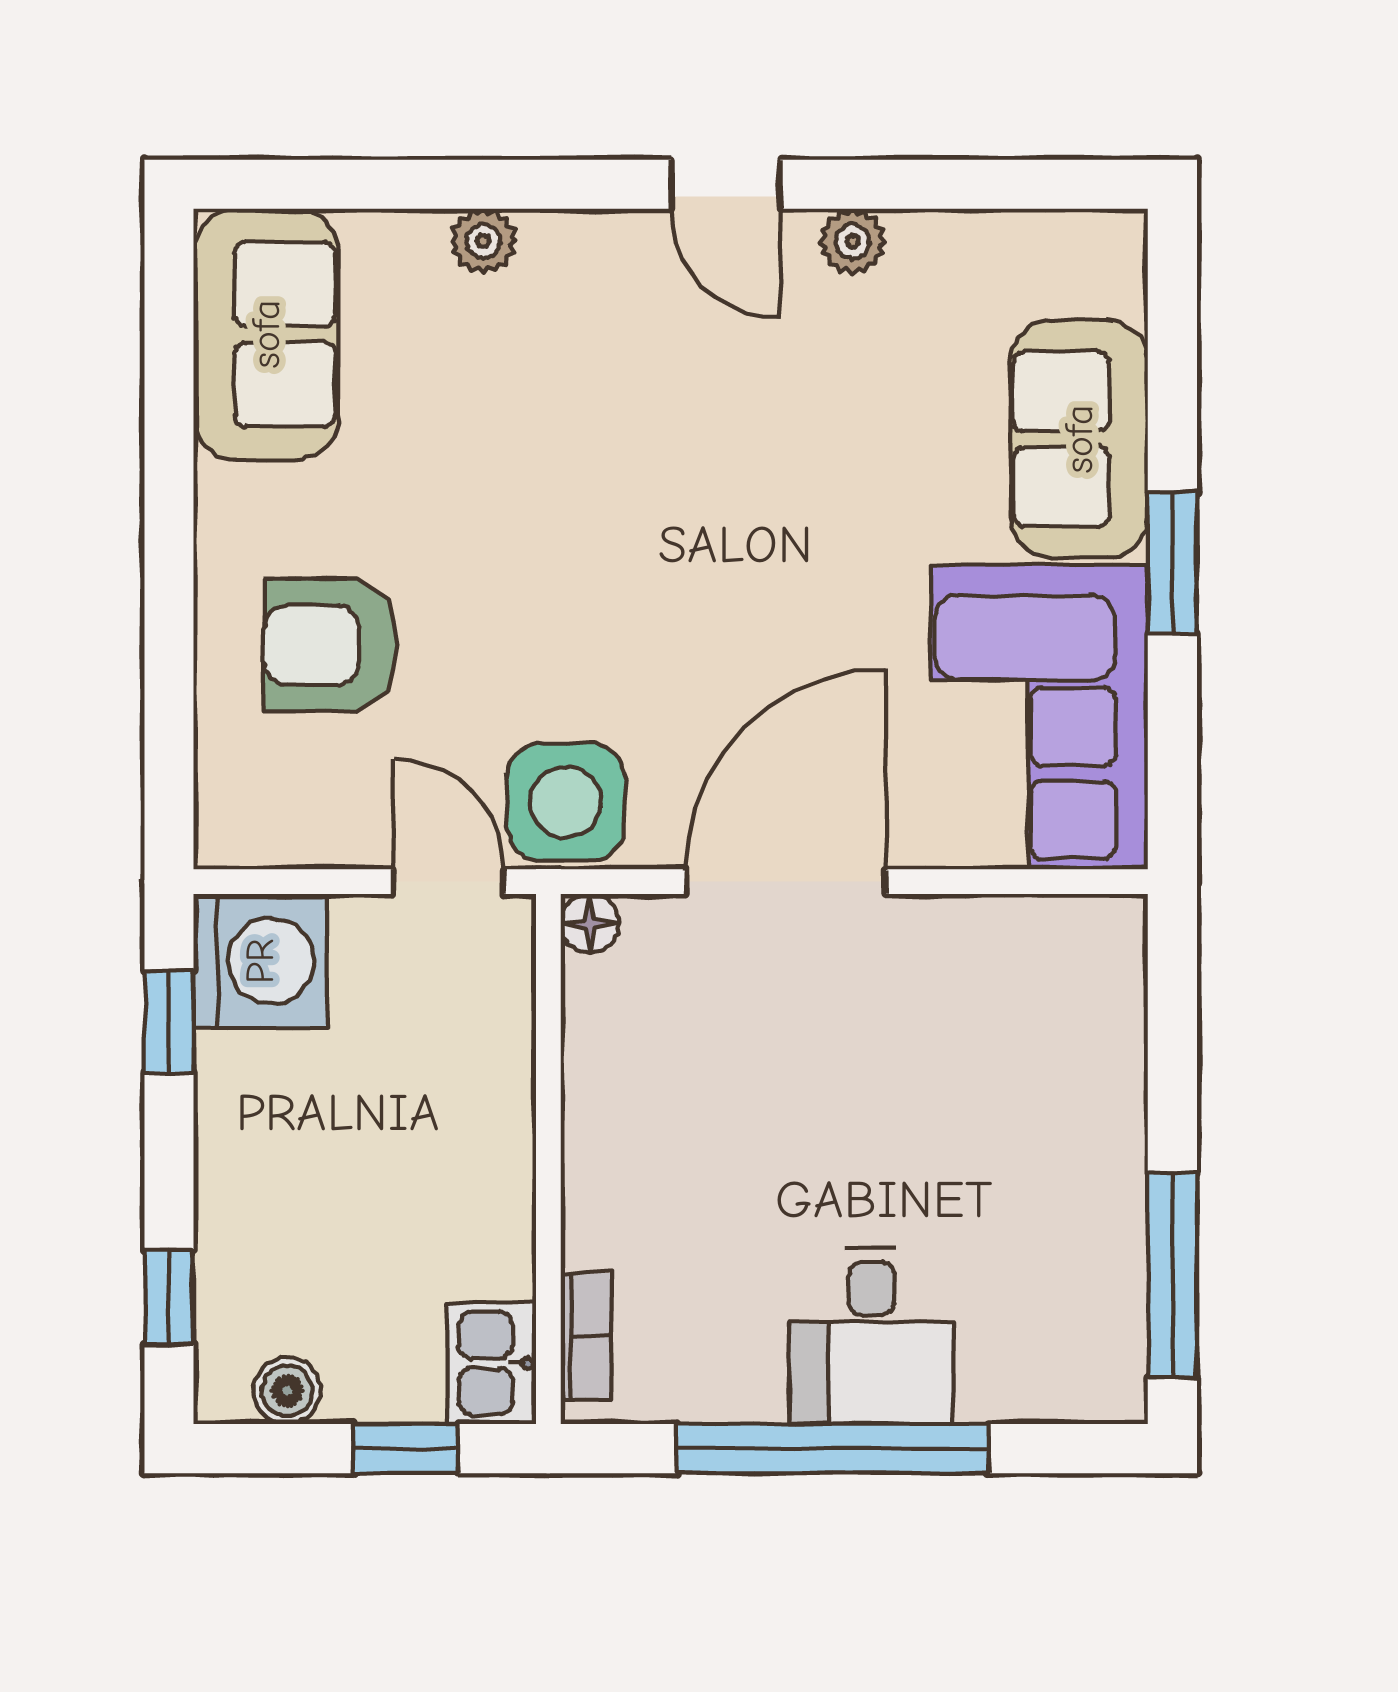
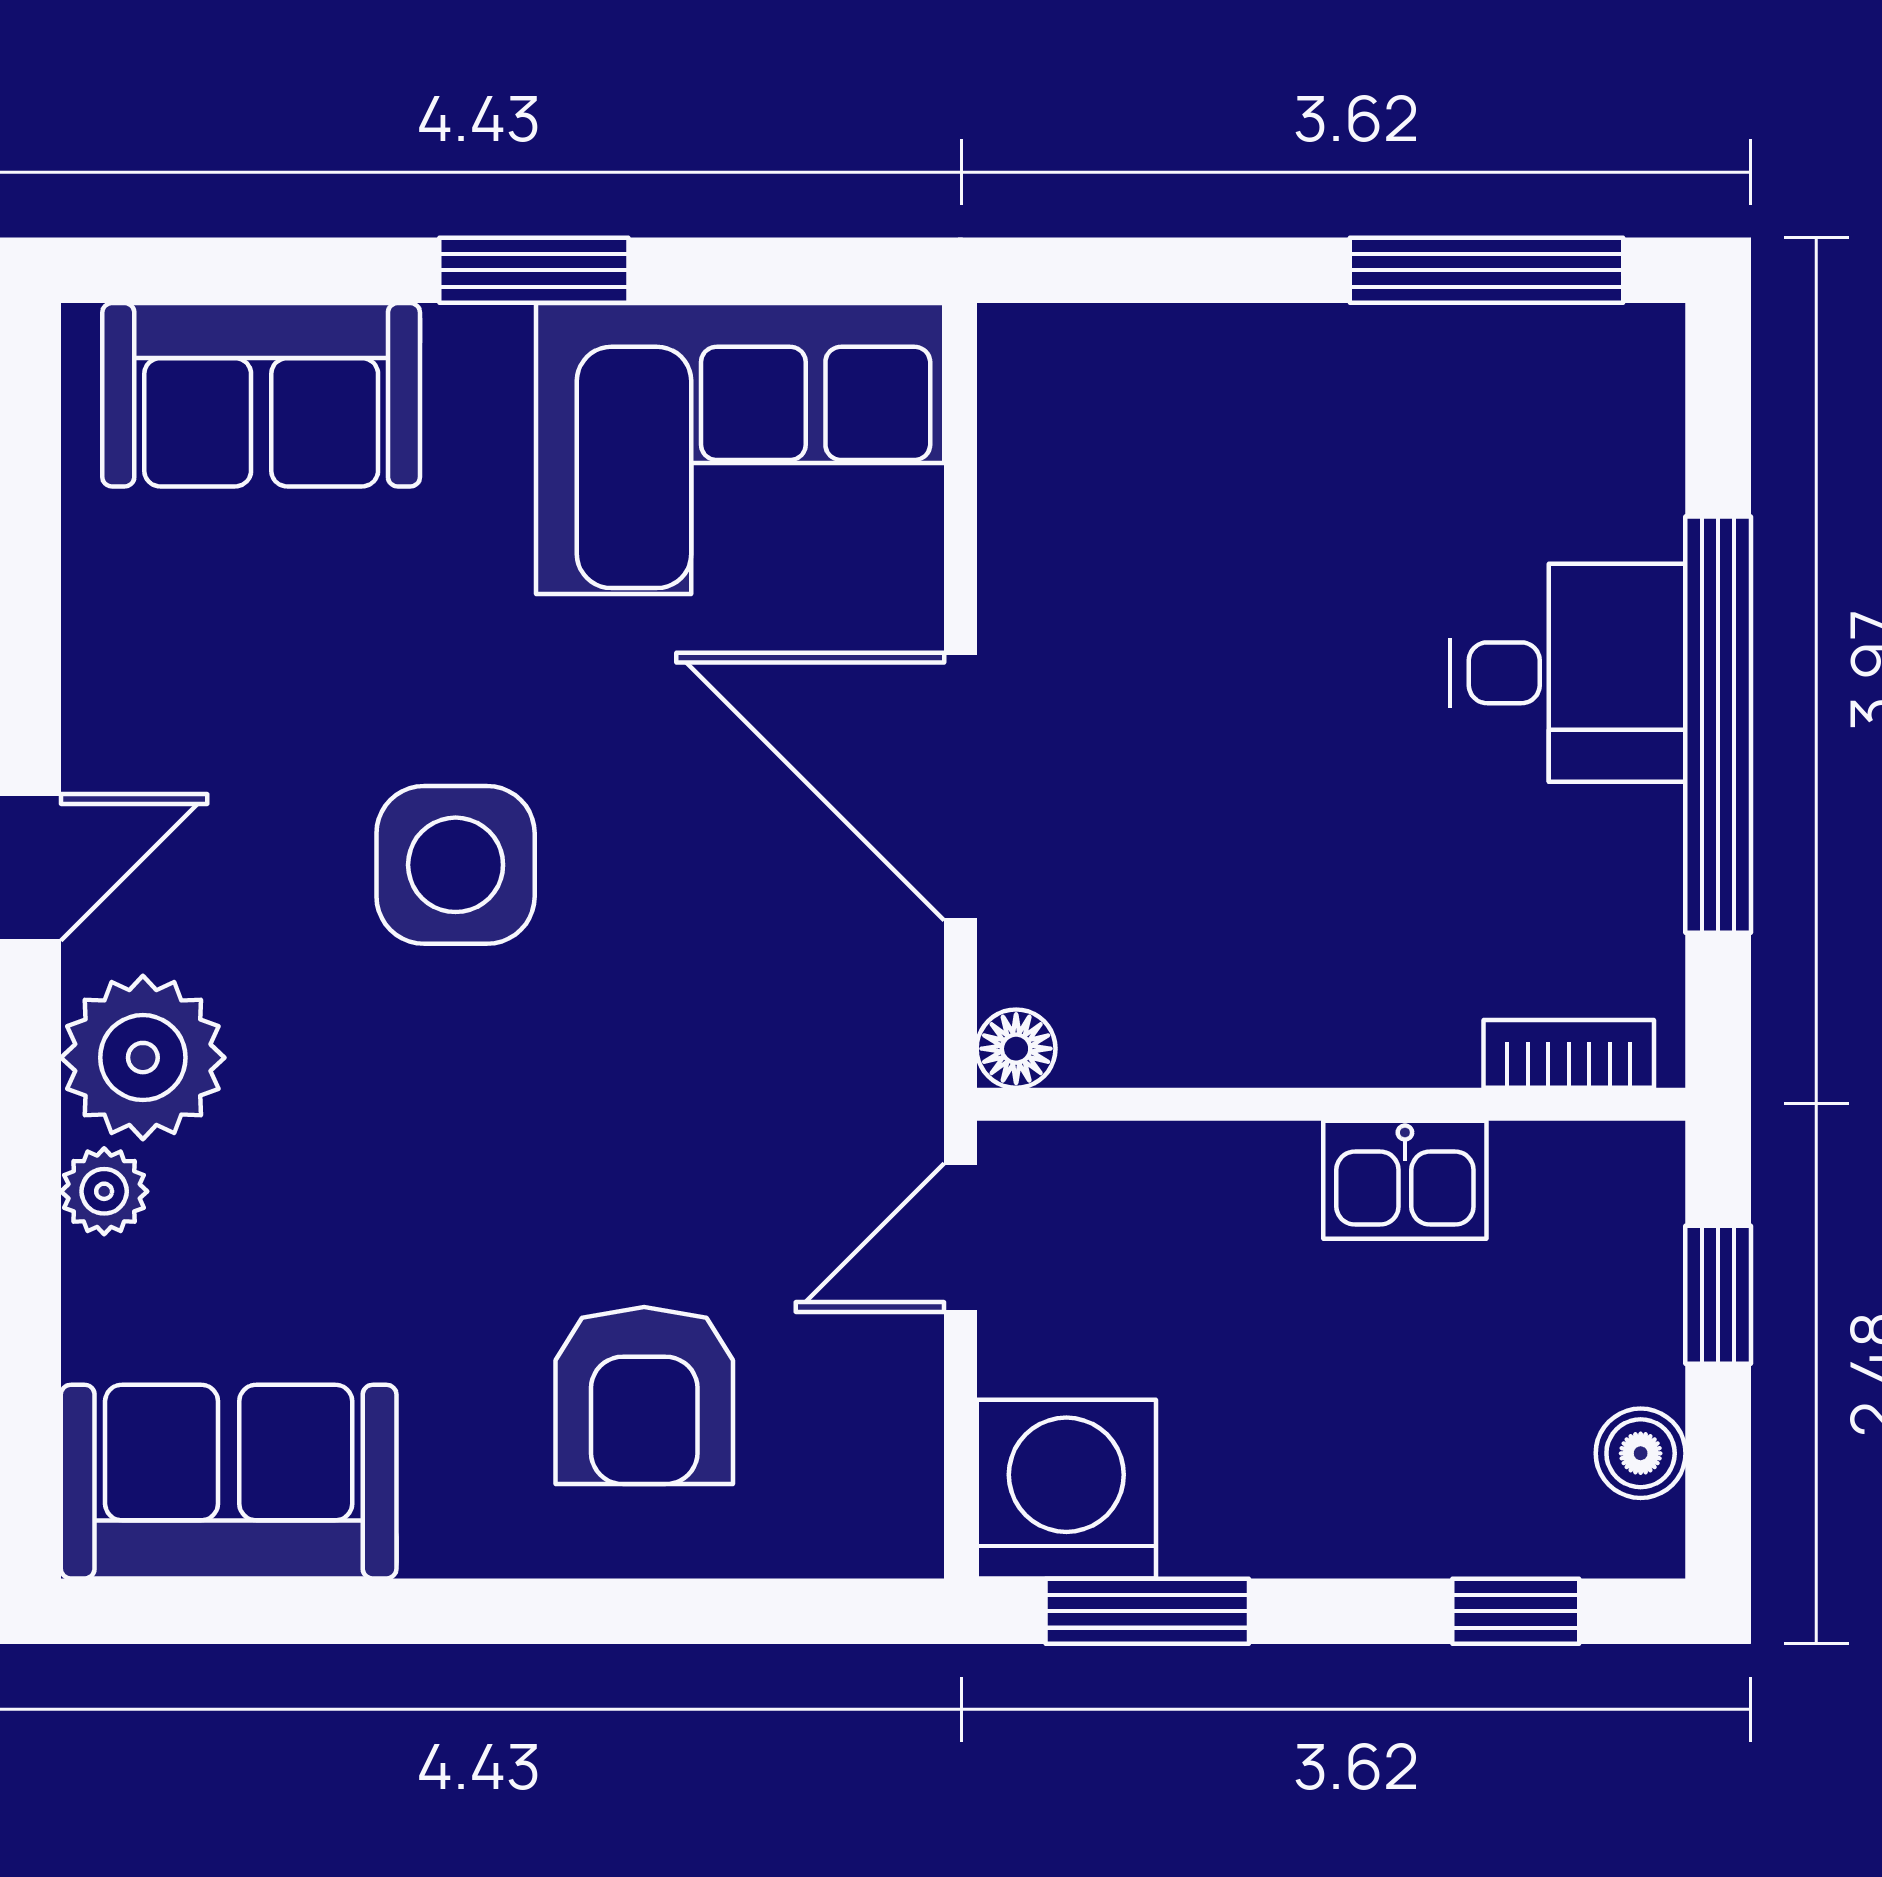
plant: (852, 241) -> (143, 1058), moved, width x1.88, depth x1.88
sofa: (1079, 439) -> (261, 395), moved
side table: (566, 802) -> (456, 865), moved
window: (169, 1022) -> (1147, 1611), width x1.50
kitchen sink: (492, 1363) -> (1405, 1180), moved

